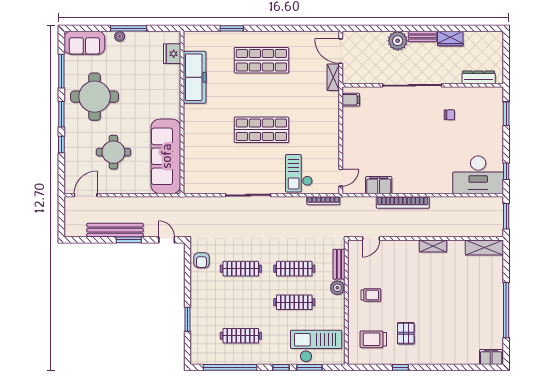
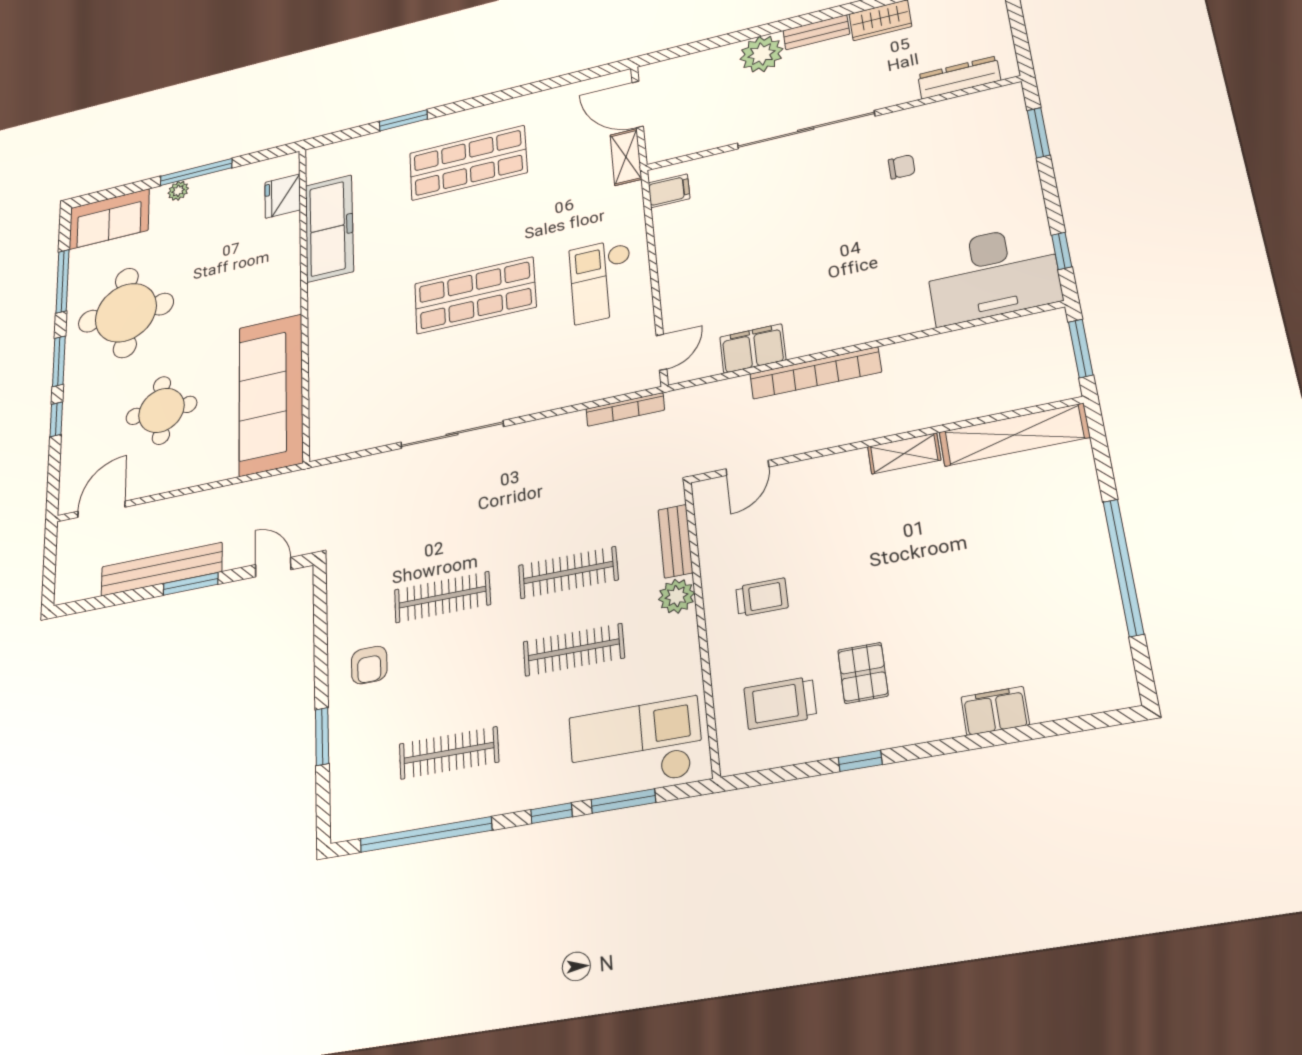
checkout: (299, 173) -> (602, 281), moved
shelving: (484, 247) -> (1014, 435), width x1.47
armchair: (202, 260) -> (369, 665), moved
filing cabinet: (491, 357) -> (995, 711), moved

